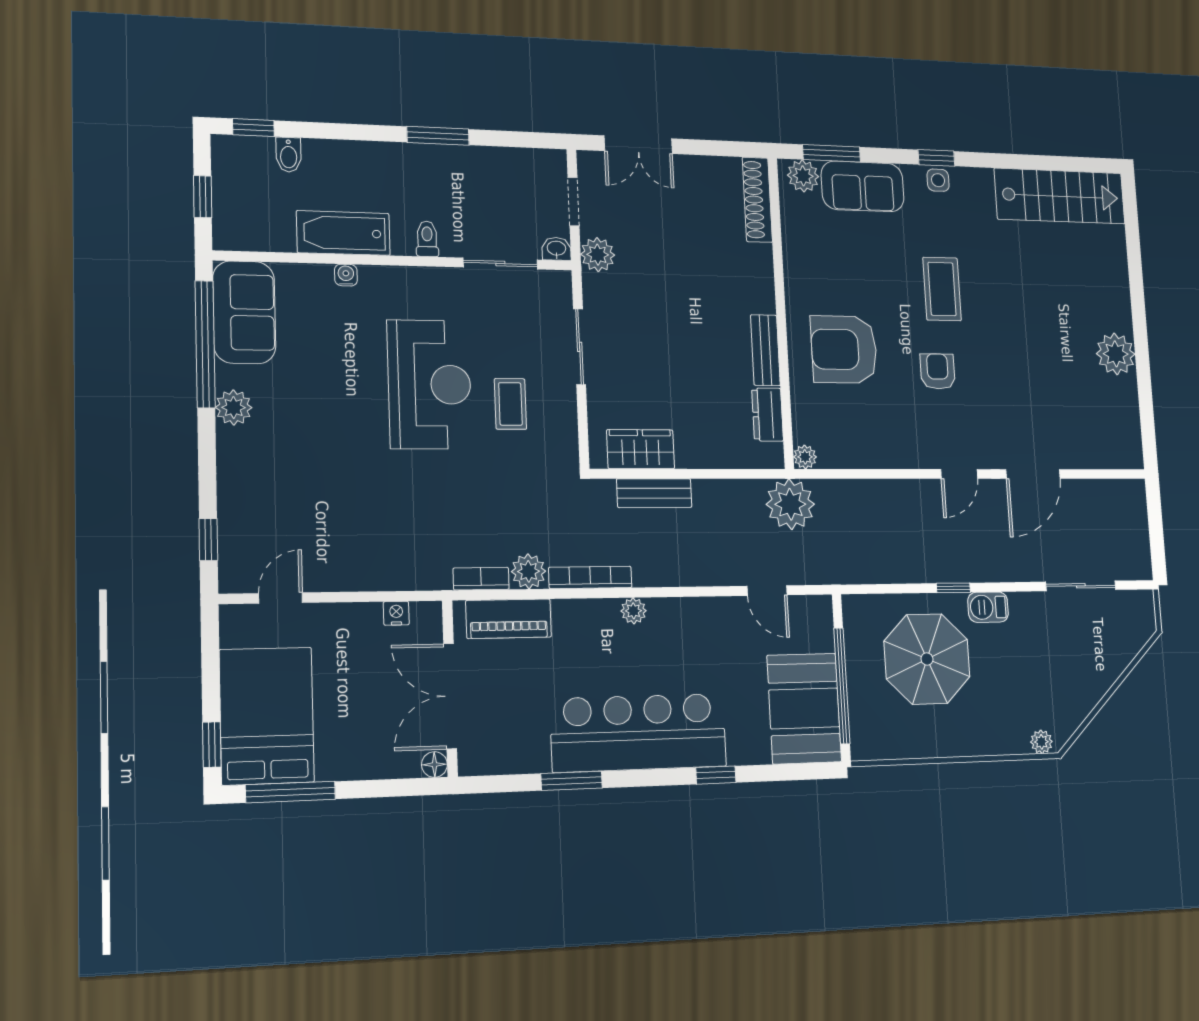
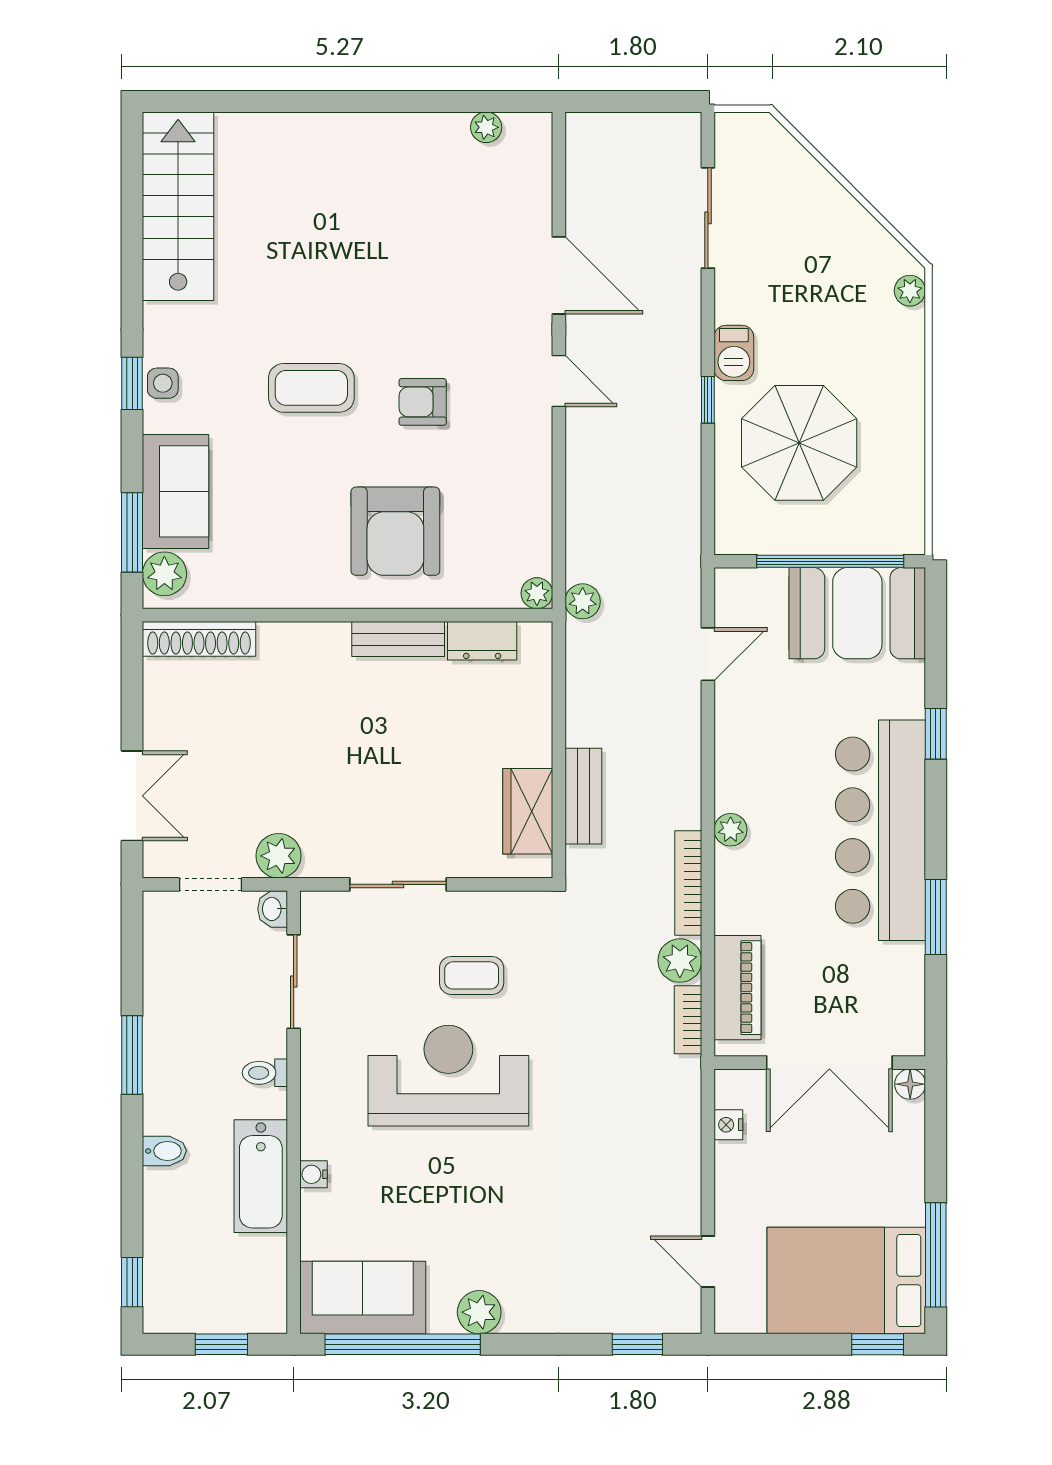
bidet: (289, 155) -> (164, 1151), moved
plant: (1116, 354) -> (486, 127), moved, width x0.53, depth x0.53
plant: (790, 504) -> (583, 601), width x0.53, depth x0.53

